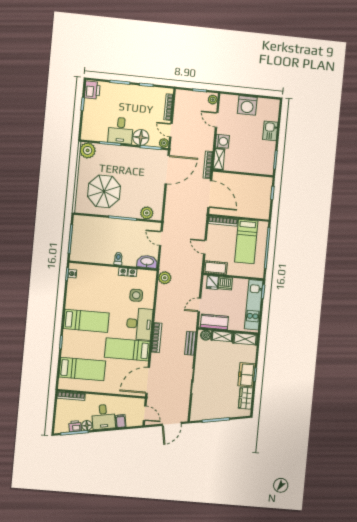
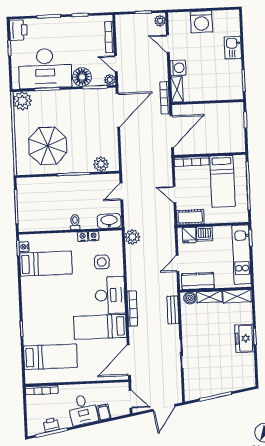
desk: (121, 131) -> (45, 68), width x1.87, depth x1.30
door: (210, 194) -> (172, 132), hinge flipped
door: (161, 238) -> (121, 192), hinge flipped
bed: (86, 321) -> (46, 264), moved
wardrobe: (246, 398) -> (247, 366), removed
floor lamp: (87, 425) -> (65, 422), removed

